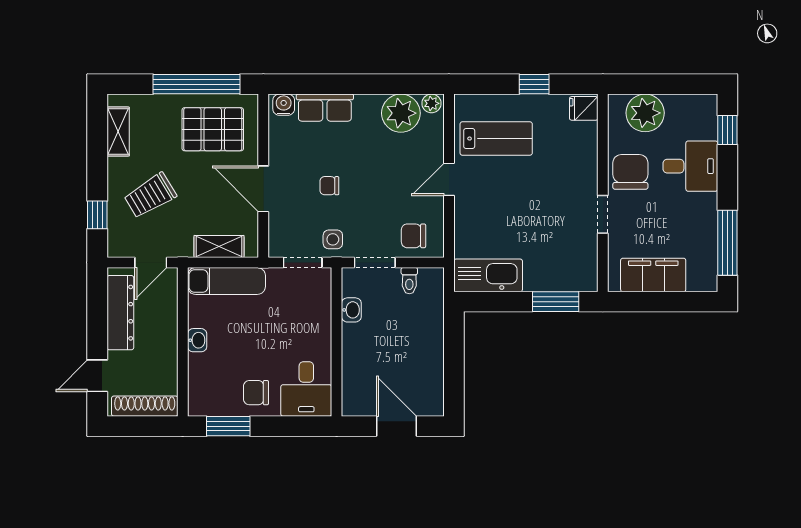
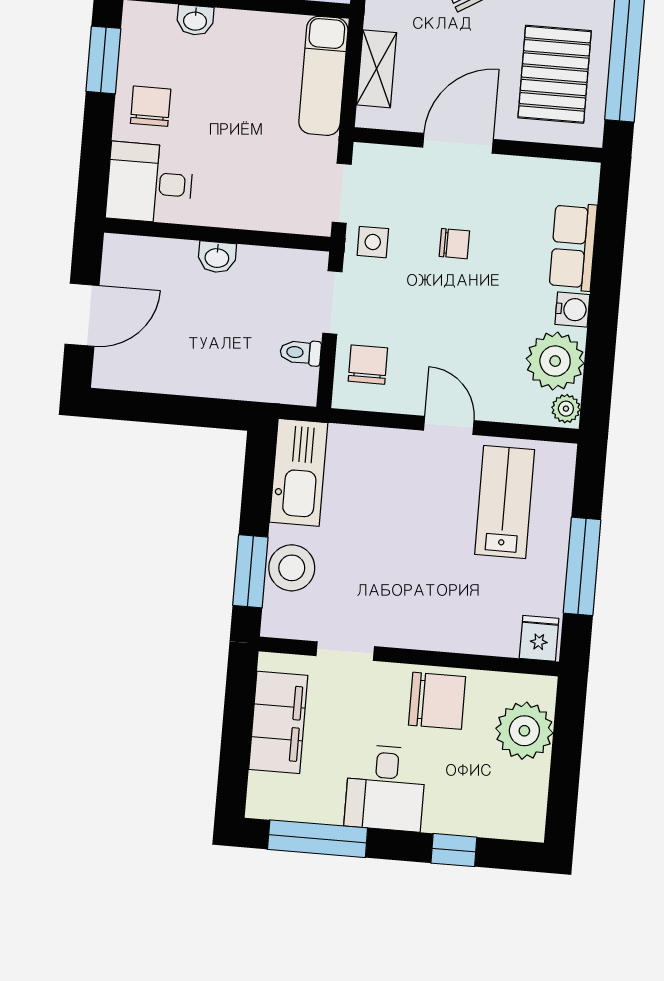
window: (534, 84) -> (582, 566), width x2.17
water cooler: (284, 105) -> (572, 309), moved
window: (727, 130) -> (454, 850), moved
lab bench: (496, 139) -> (505, 502), turned 180
desk: (690, 166) -> (385, 788), moved
chair: (329, 186) -> (454, 244), turned 90
doorway: (603, 214) -> (345, 651), moved
stool: (551, 275) -> (292, 568), added
washbasin: (351, 310) -> (217, 257), moved
washbasin: (197, 340) -> (195, 20), moved

